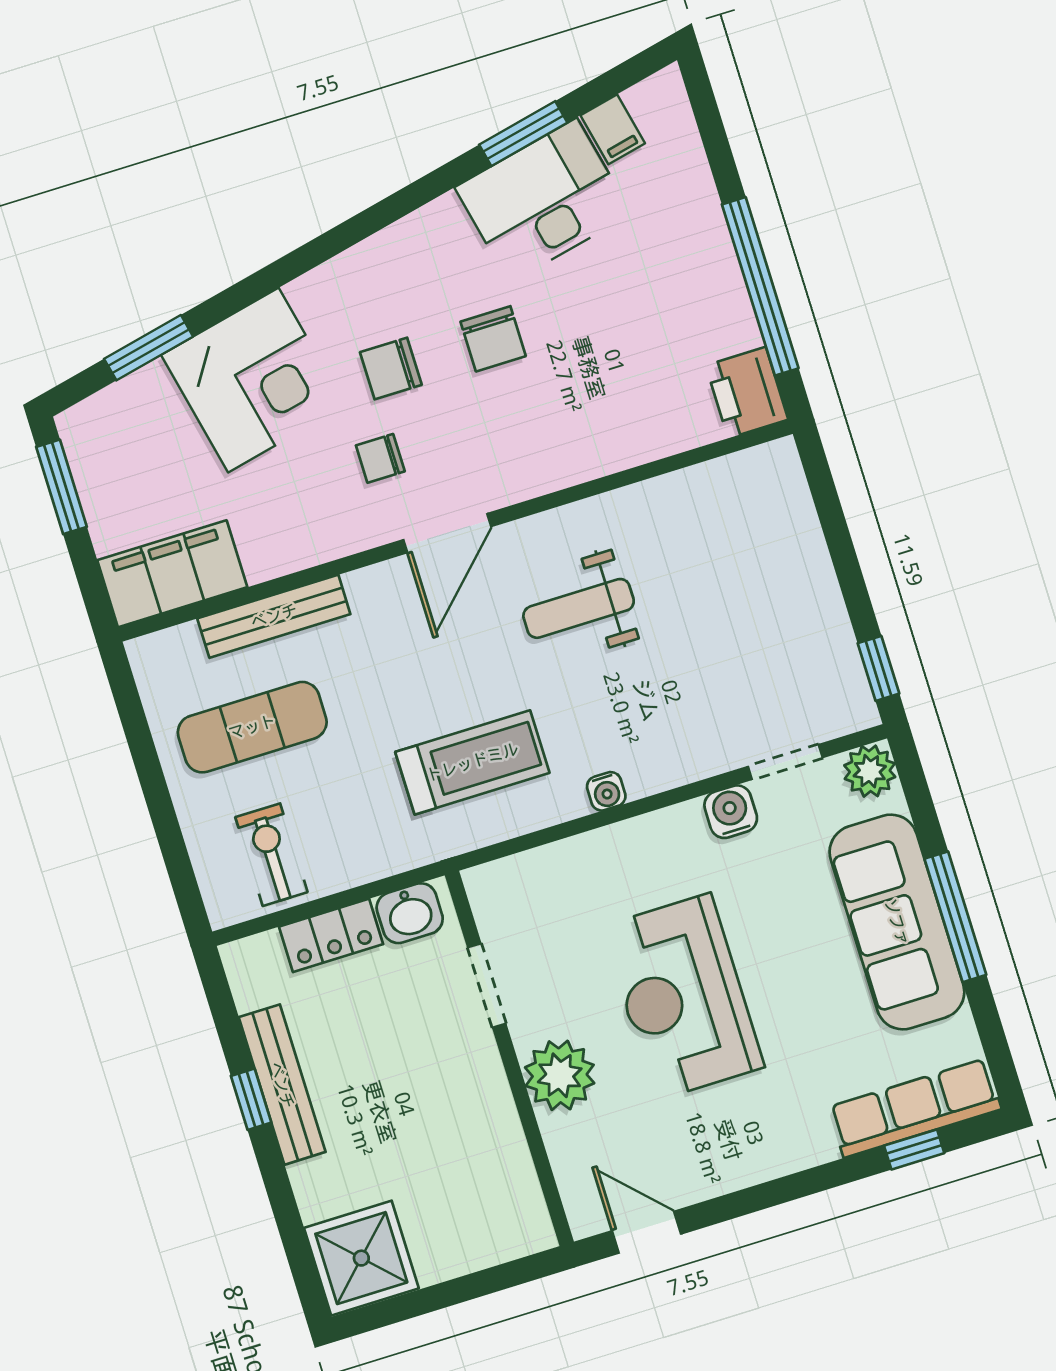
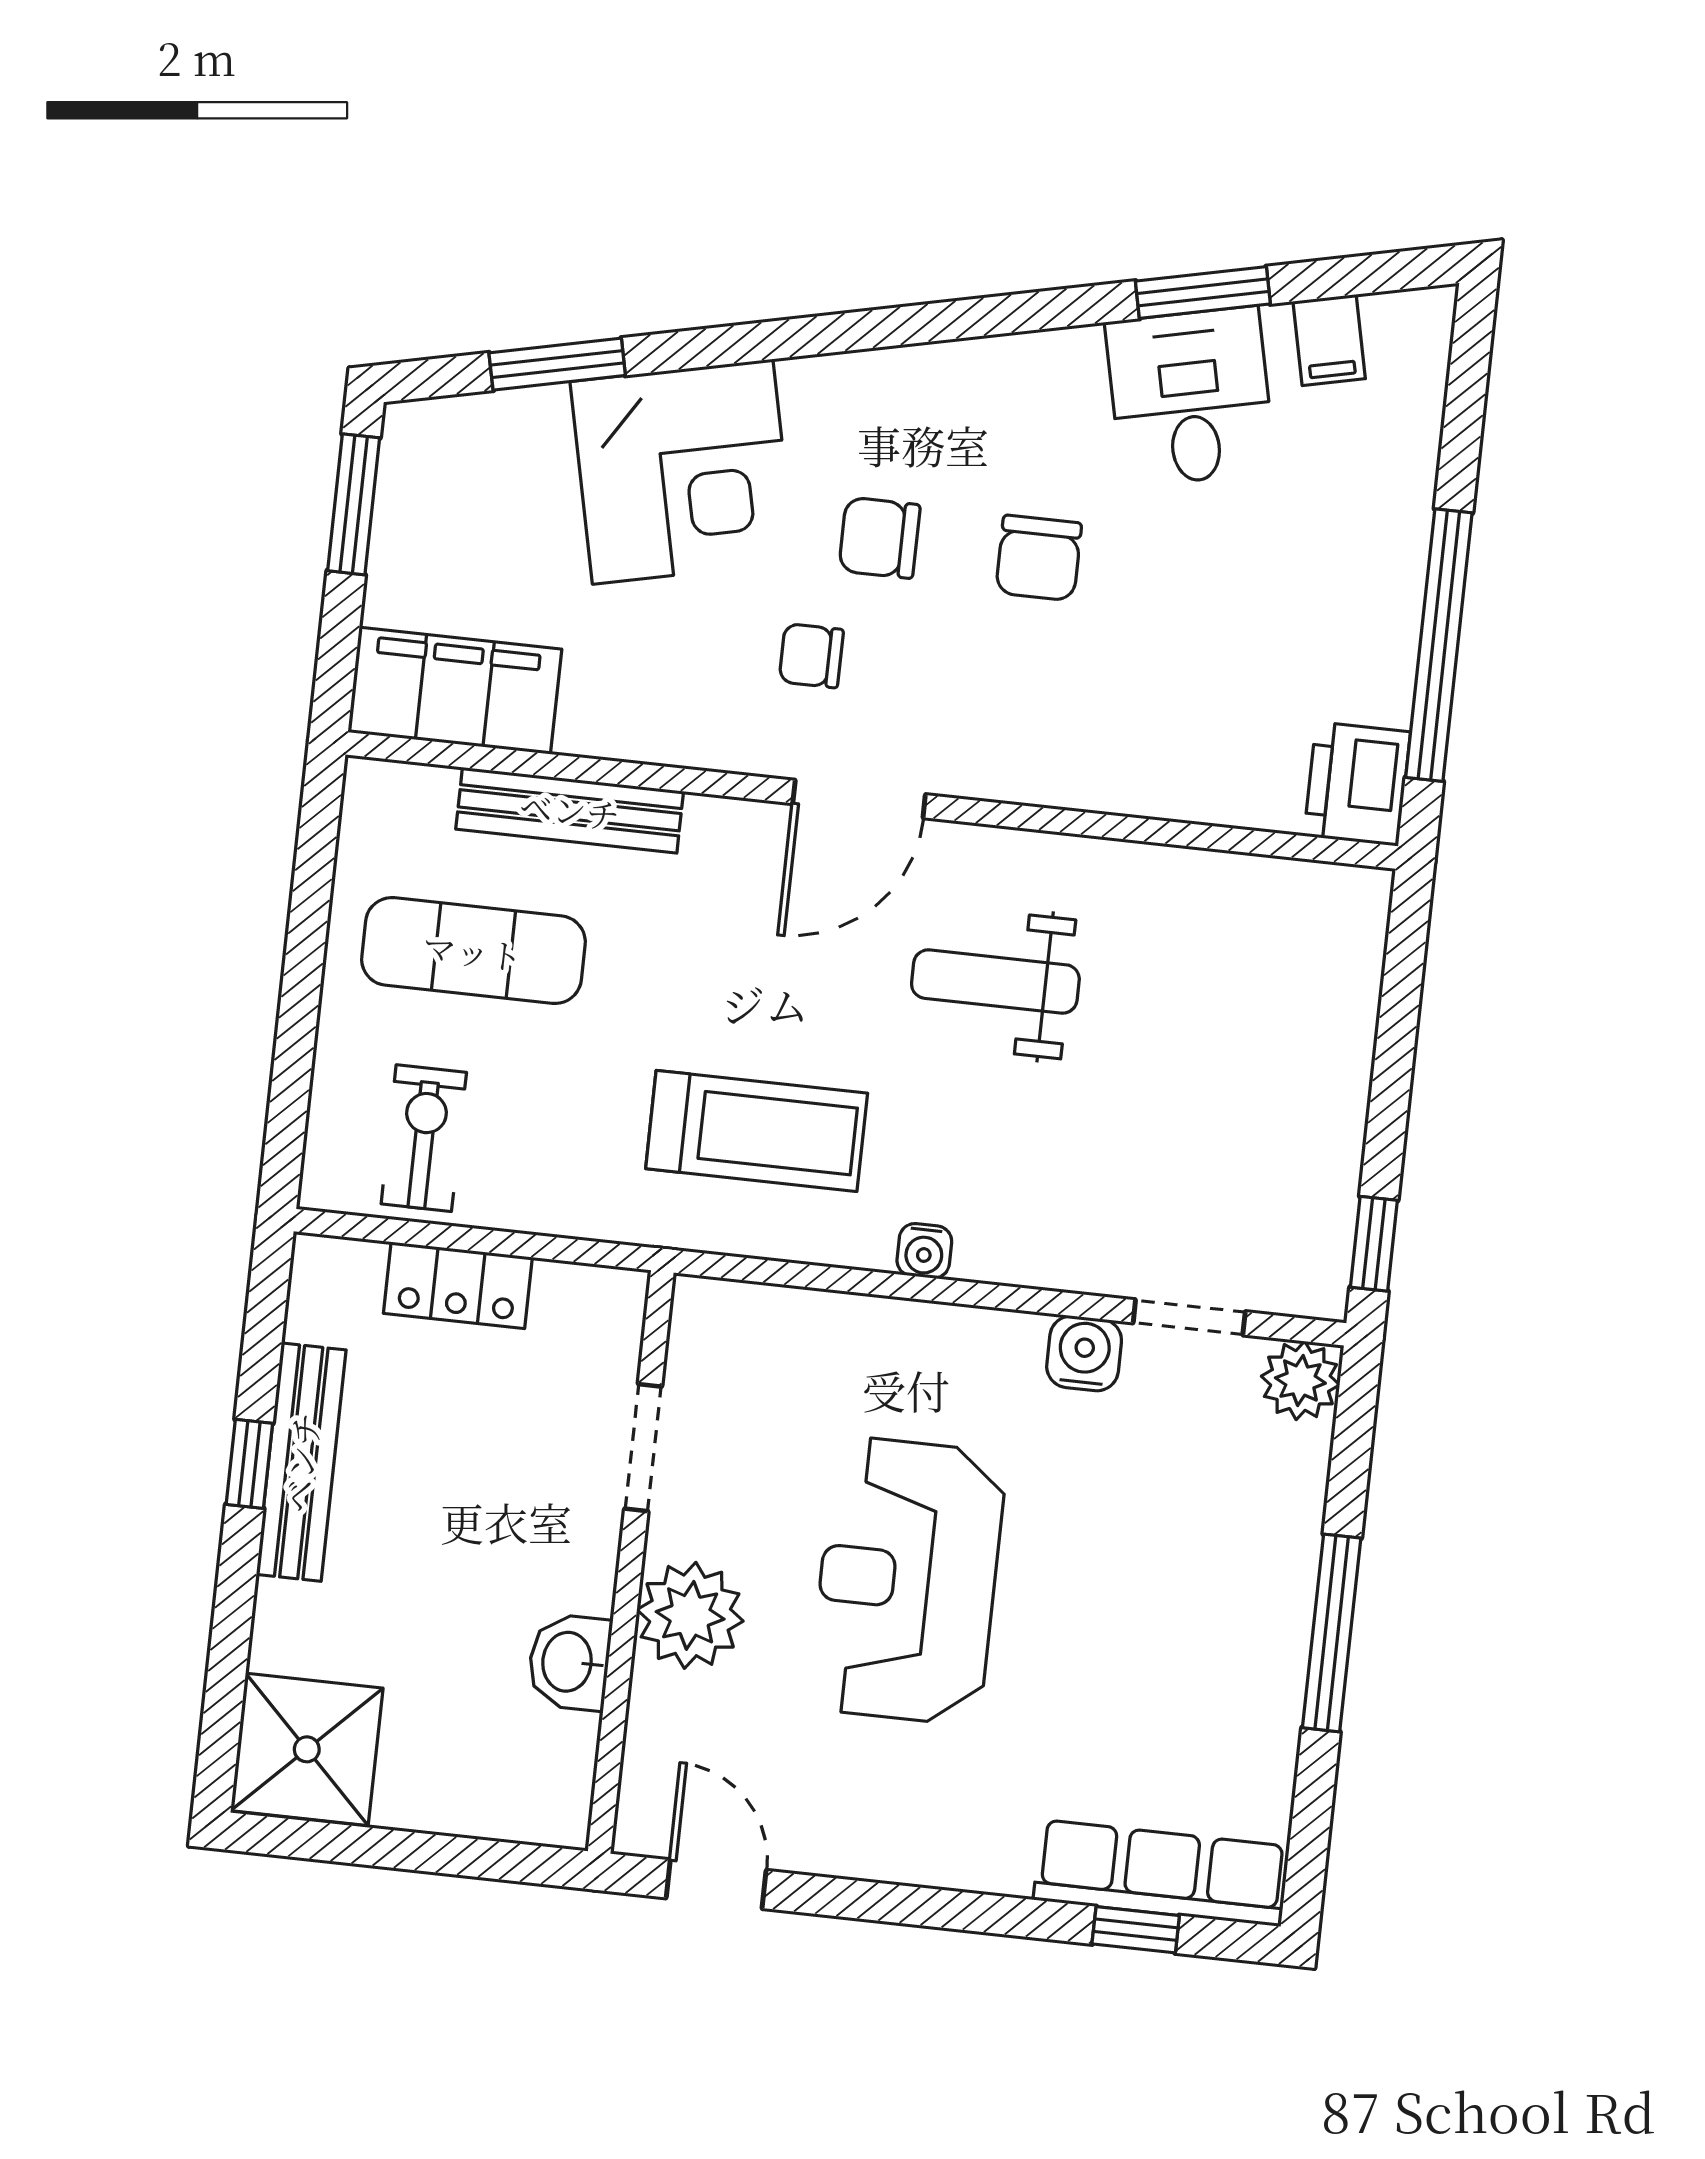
desk: (543, 201) -> (1190, 397), width x0.73
washbasin: (410, 913) -> (569, 1662), moved, turned 90
sofa: (897, 922) -> (1248, 1605), removed

